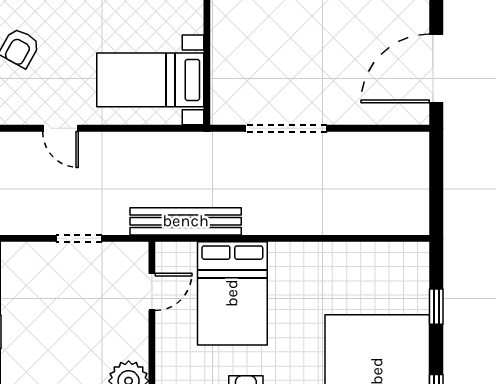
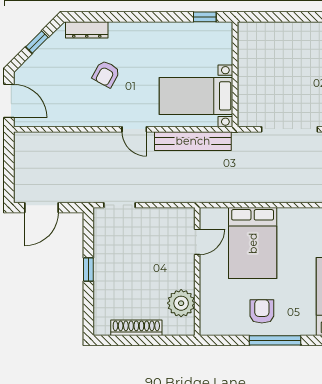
bench: (186, 221) -> (193, 141), moved
doorway: (79, 238) -> (119, 205), moved

